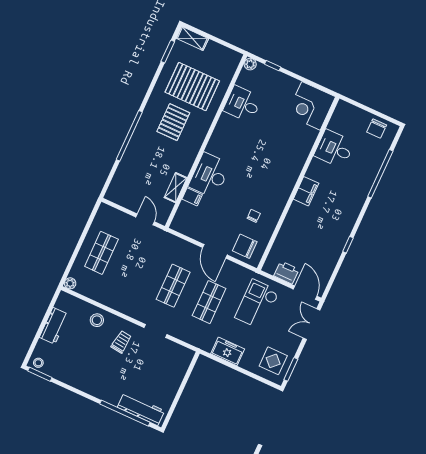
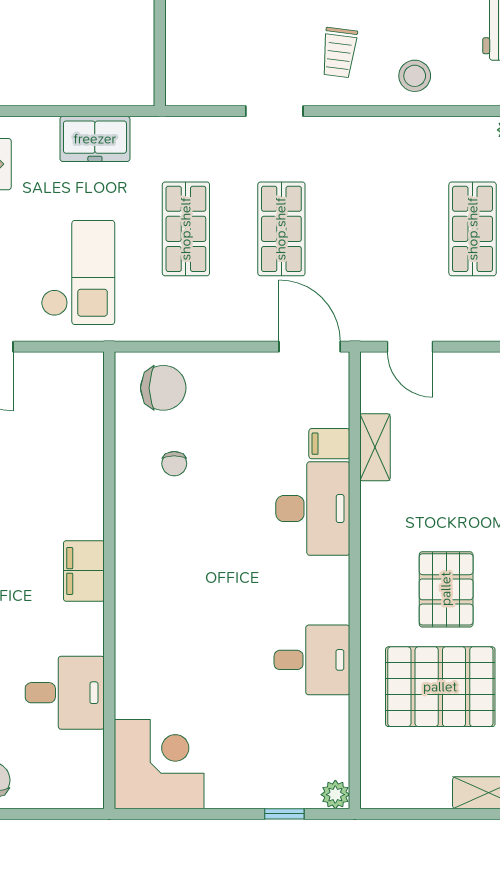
desk: (242, 104) -> (312, 660), moved
door: (215, 251) -> (310, 347), moved
printer: (286, 273) -> (45, 372), removed

